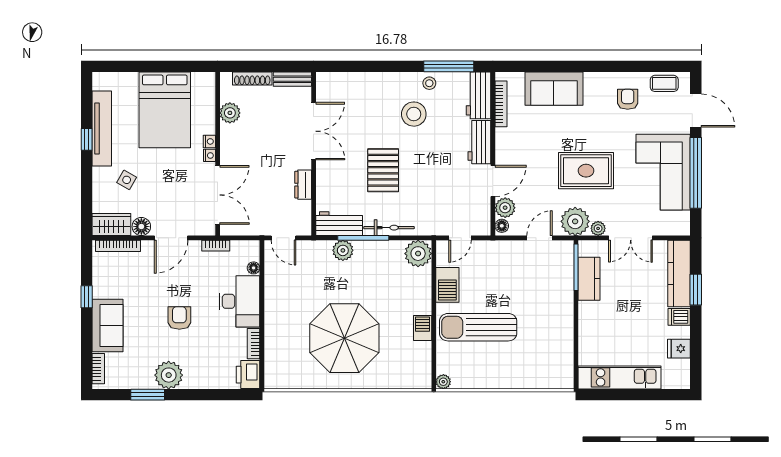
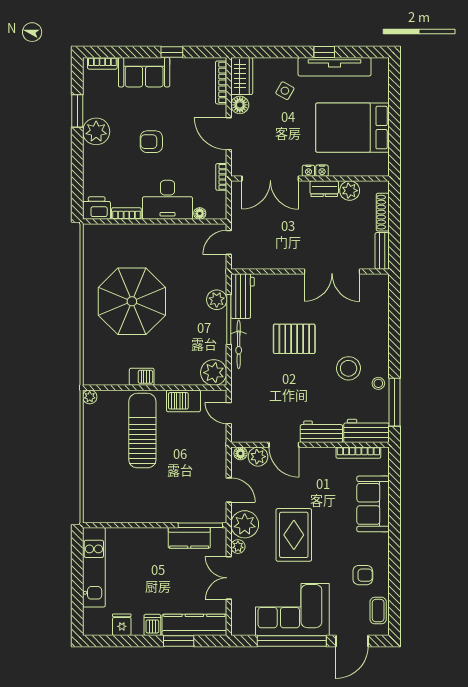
dresser: (303, 185) -> (324, 189), moved, turned 180
armchair: (179, 318) -> (151, 142), turned 180

